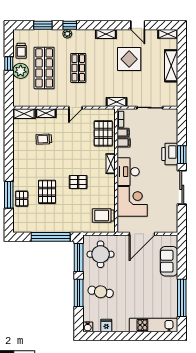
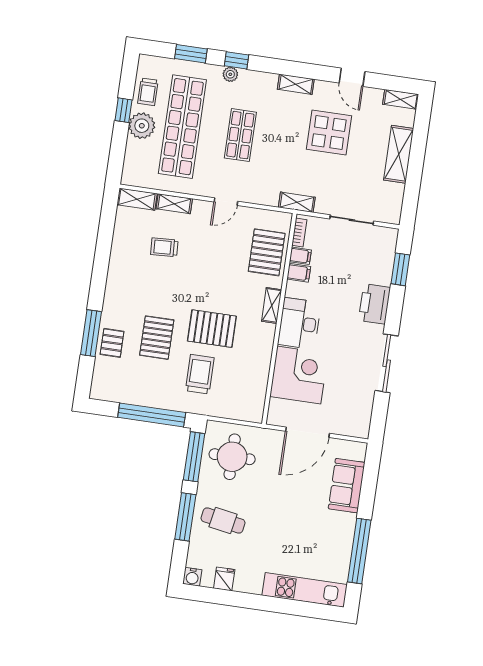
shop shelf: (44, 68) -> (182, 127), width x1.40
window: (182, 155) -> (400, 269), moved
pallet: (78, 182) -> (212, 329), width x1.50, depth x1.42
trolley: (103, 216) -> (200, 374), moved, turned 90

